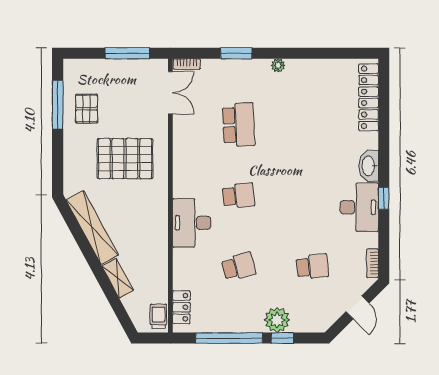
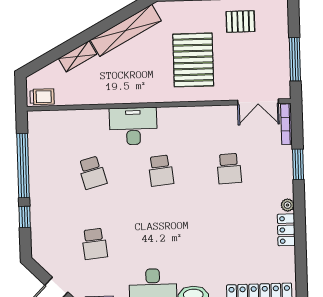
bookcase: (187, 64) -> (286, 124), width x1.56
school desk: (239, 125) -> (229, 169), width x0.54
locker: (181, 307) -> (286, 230), moved, turned 90
plant: (277, 320) -> (42, 211), removed

